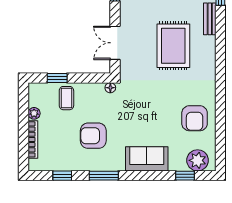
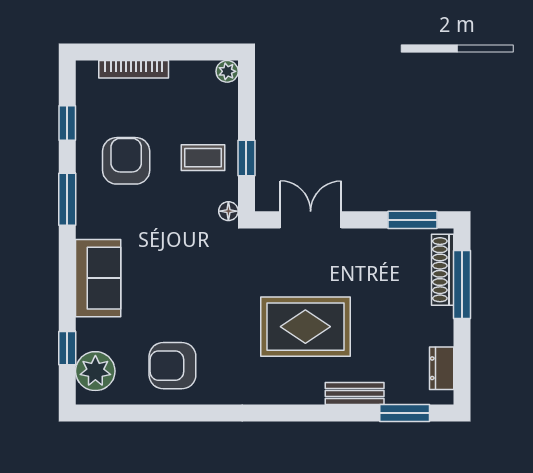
window: (57, 78) -> (246, 158), moved
coffee table: (66, 98) -> (203, 158), moved
plant: (34, 113) -> (227, 71), moved
armchair: (93, 136) -> (126, 161), moved

